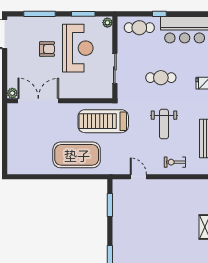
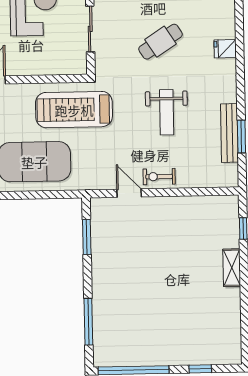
cafe table: (161, 78) -> (161, 42), turned -33
exercise bike: (175, 162) -> (159, 177), moved

